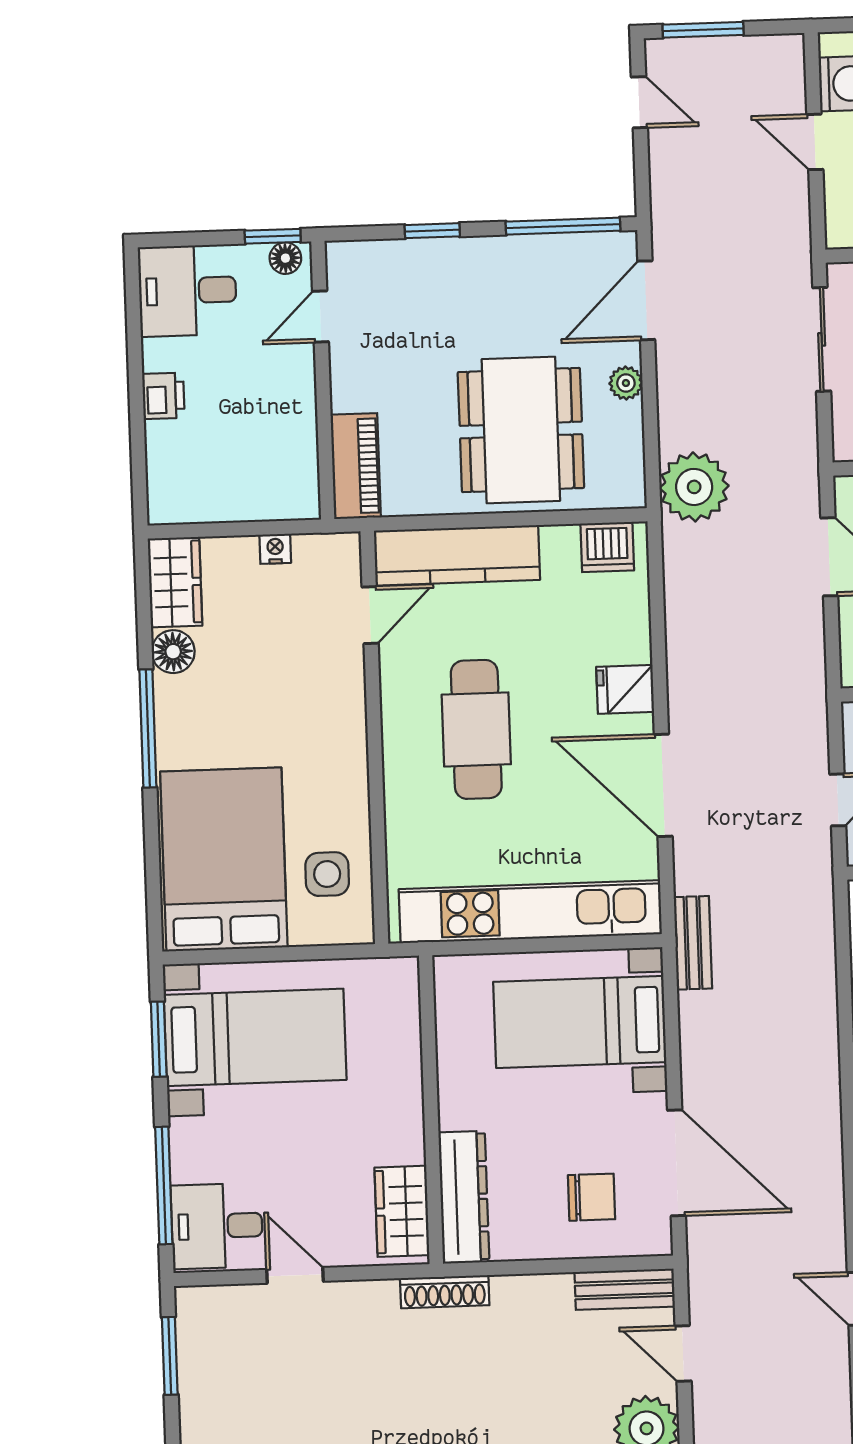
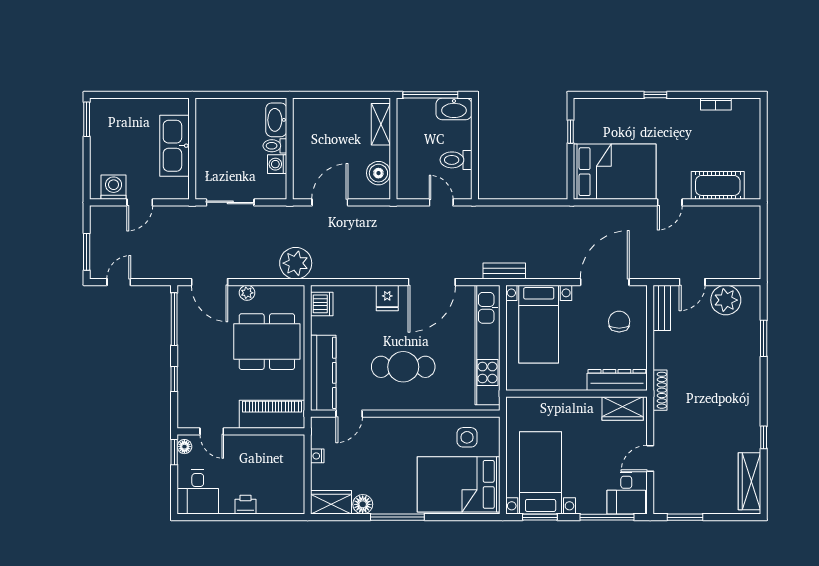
piano: (356, 466) -> (272, 414), width x1.37, depth x1.33
door: (370, 615) -> (349, 414), swing flipped

